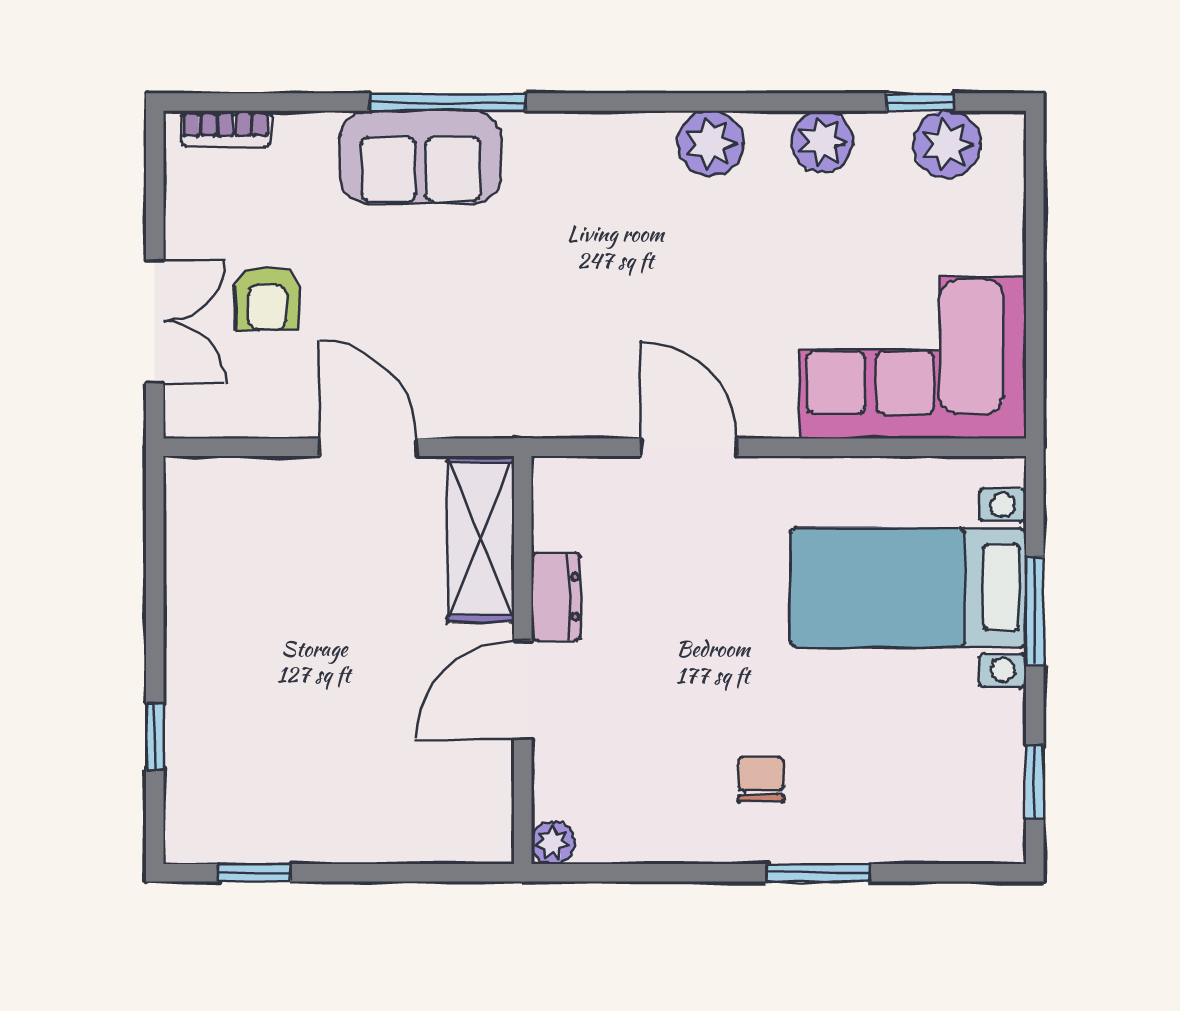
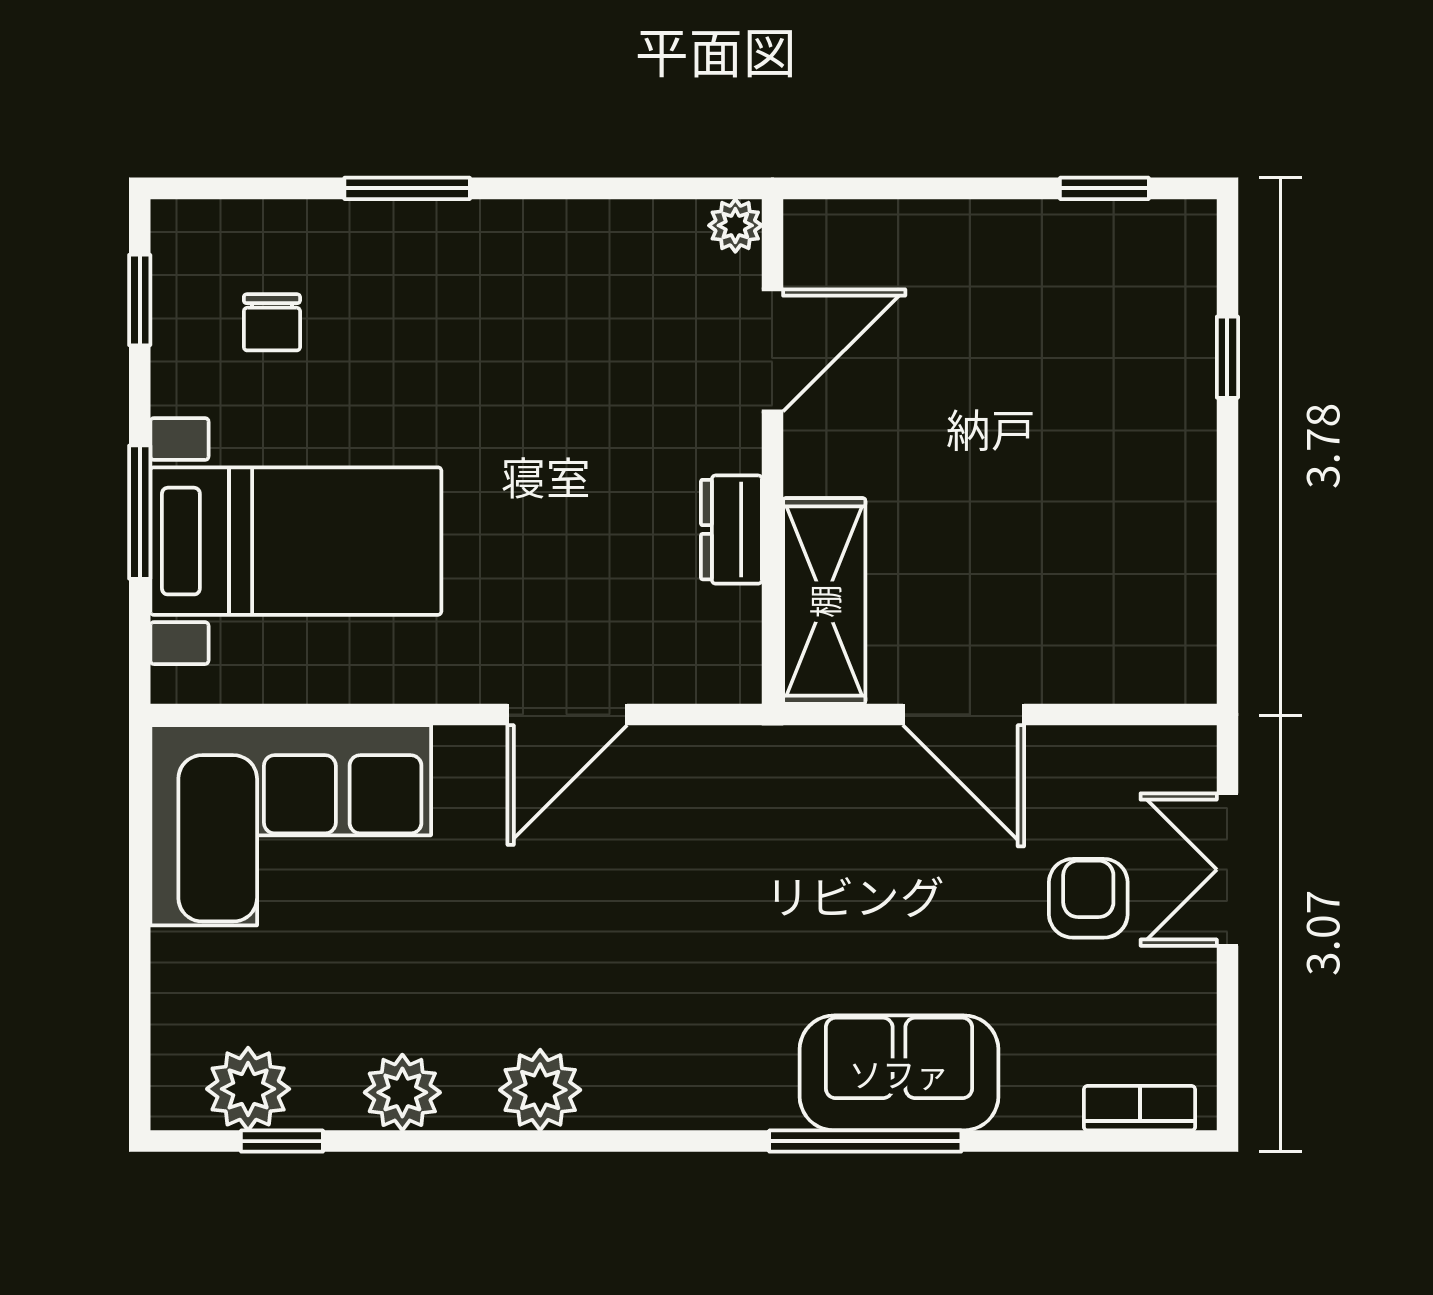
door: (689, 447) -> (567, 714), hinge flipped
door: (523, 690) -> (772, 350), moved
chair: (761, 779) -> (272, 322), moved

